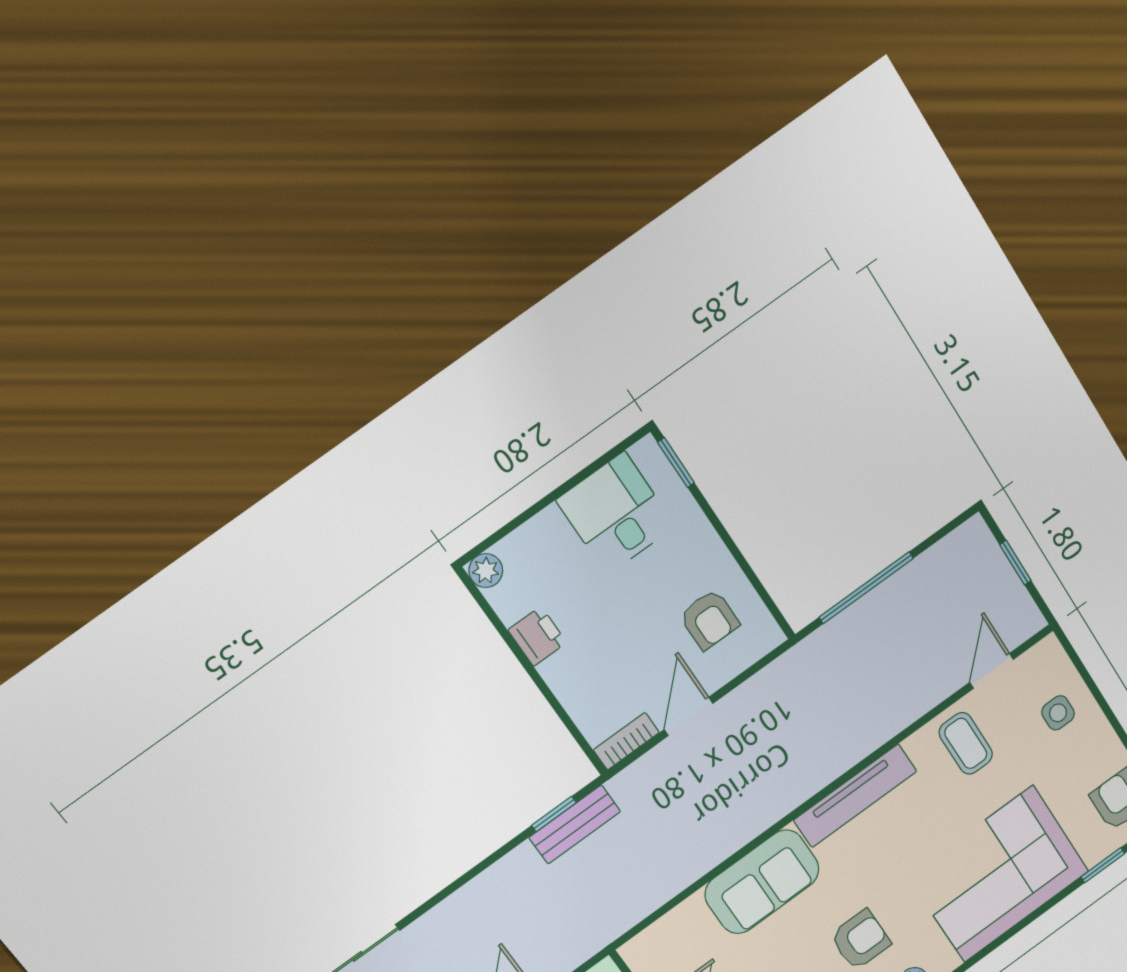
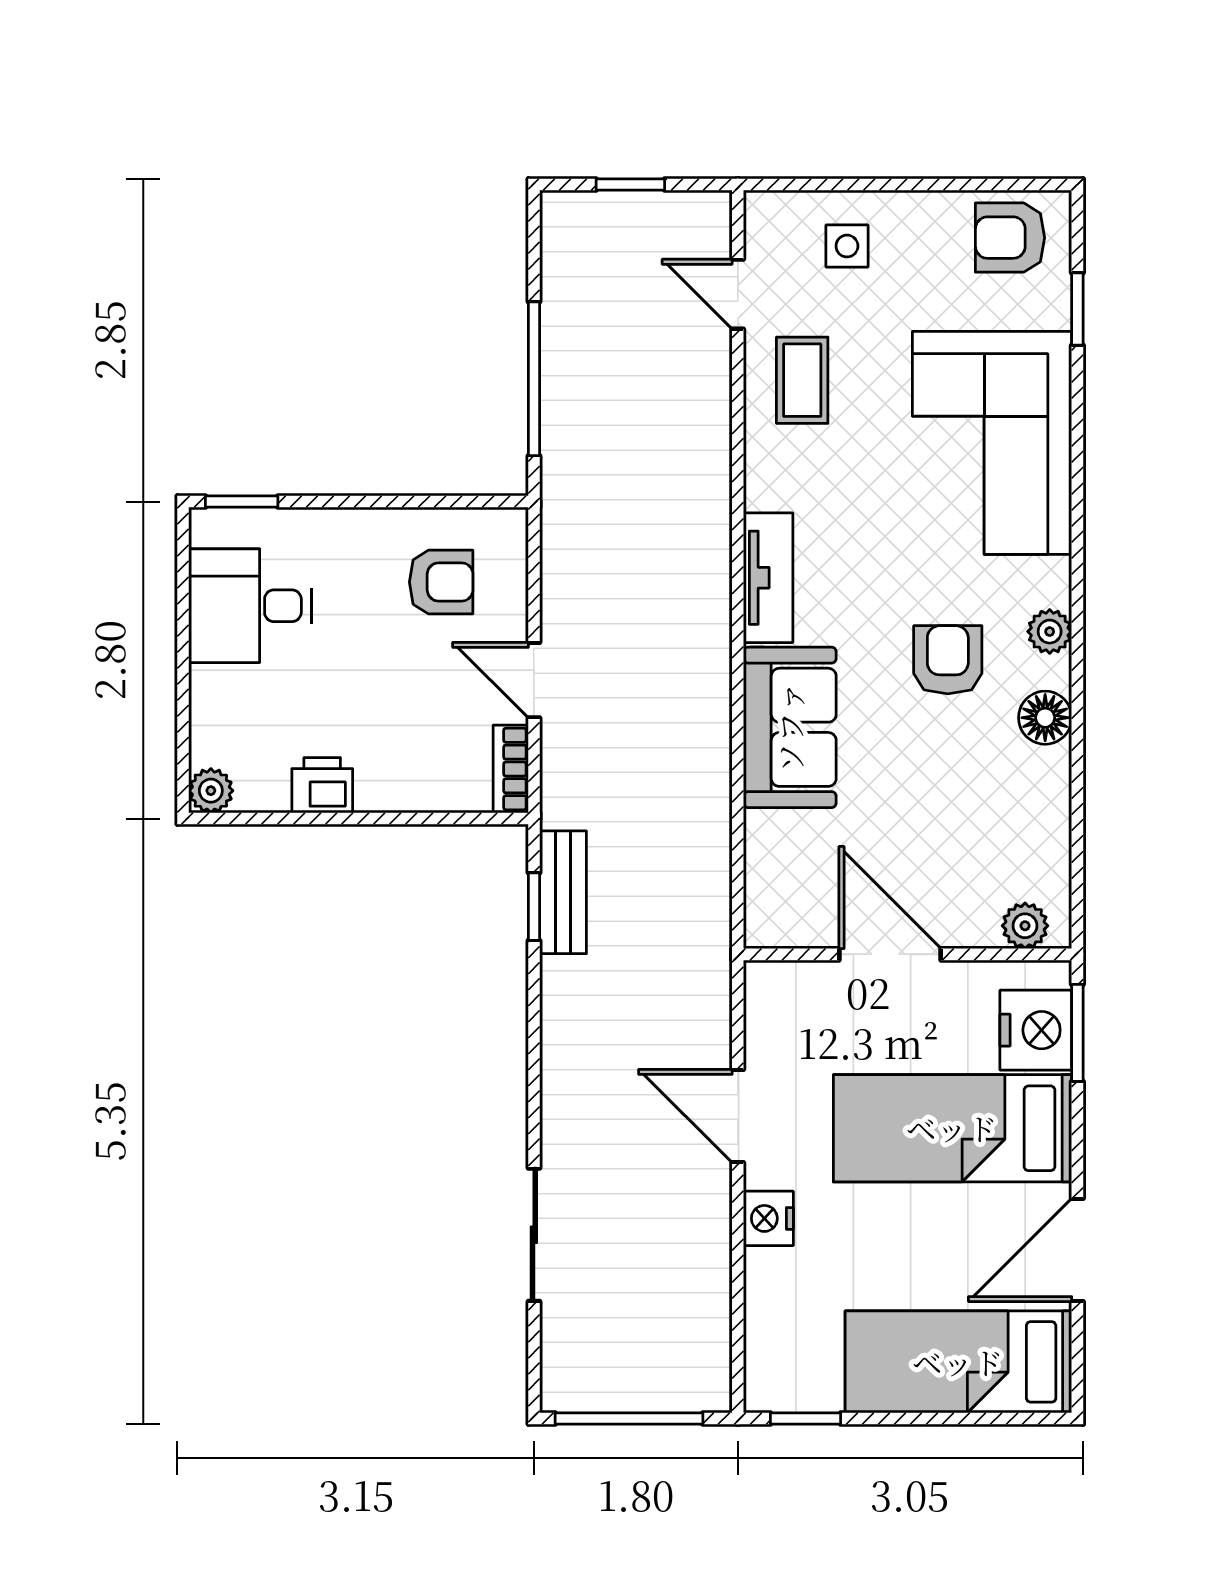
coffee table: (966, 743) -> (802, 380), turned 90
tv unit: (855, 796) -> (768, 578), width x0.71

